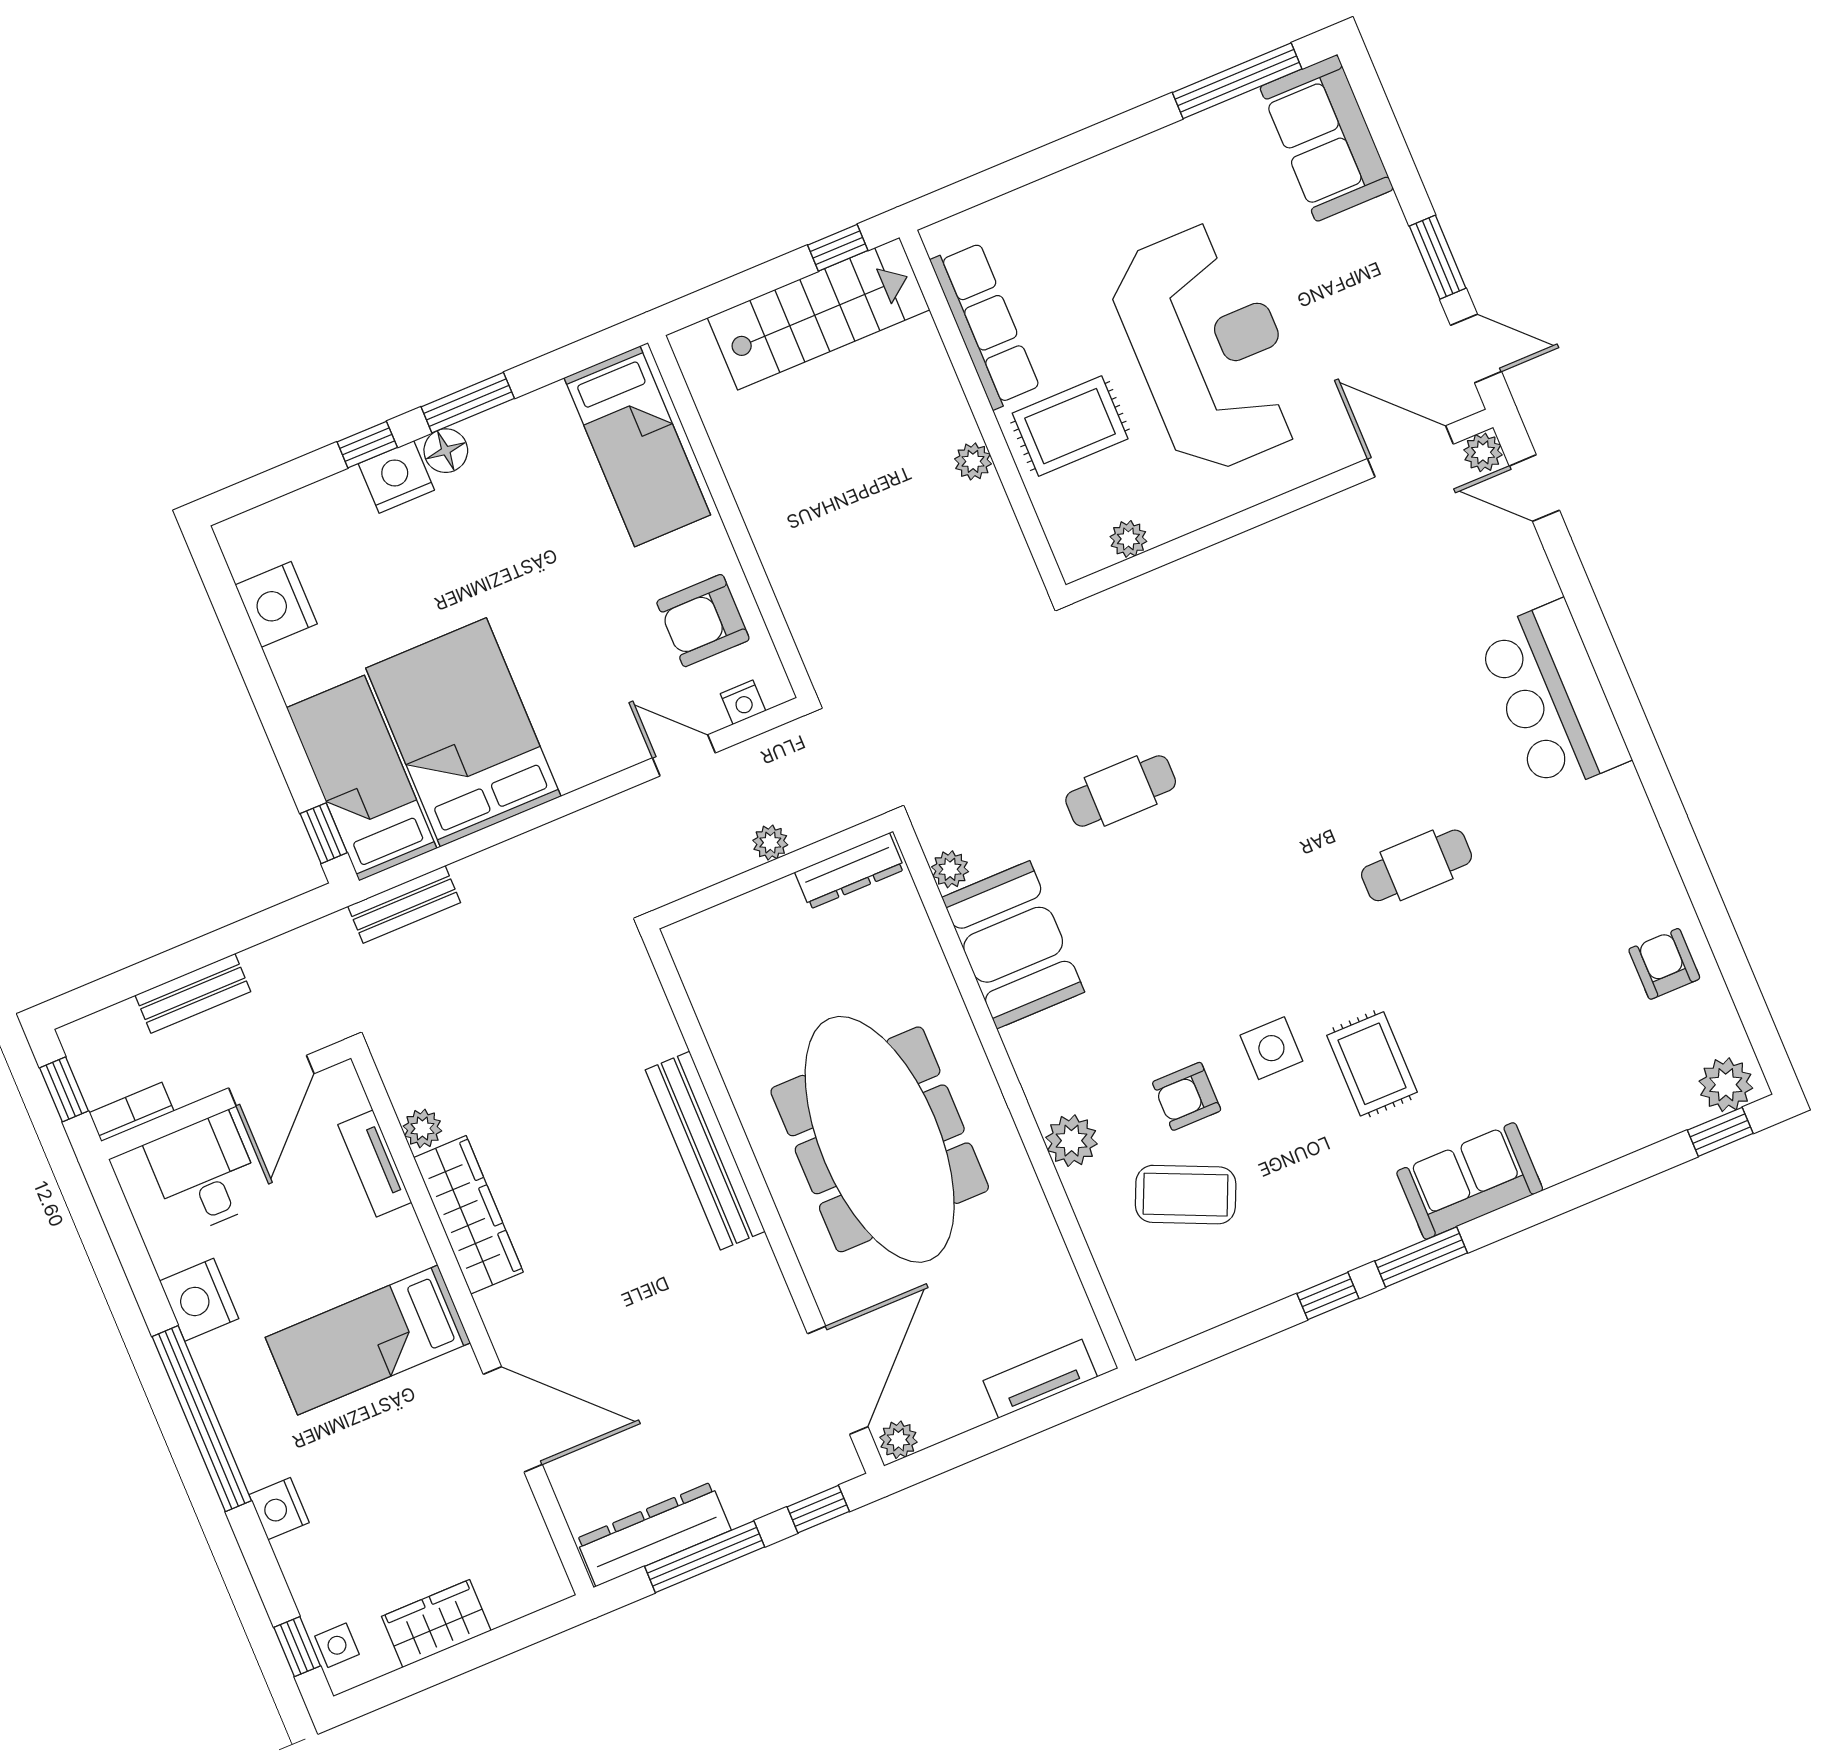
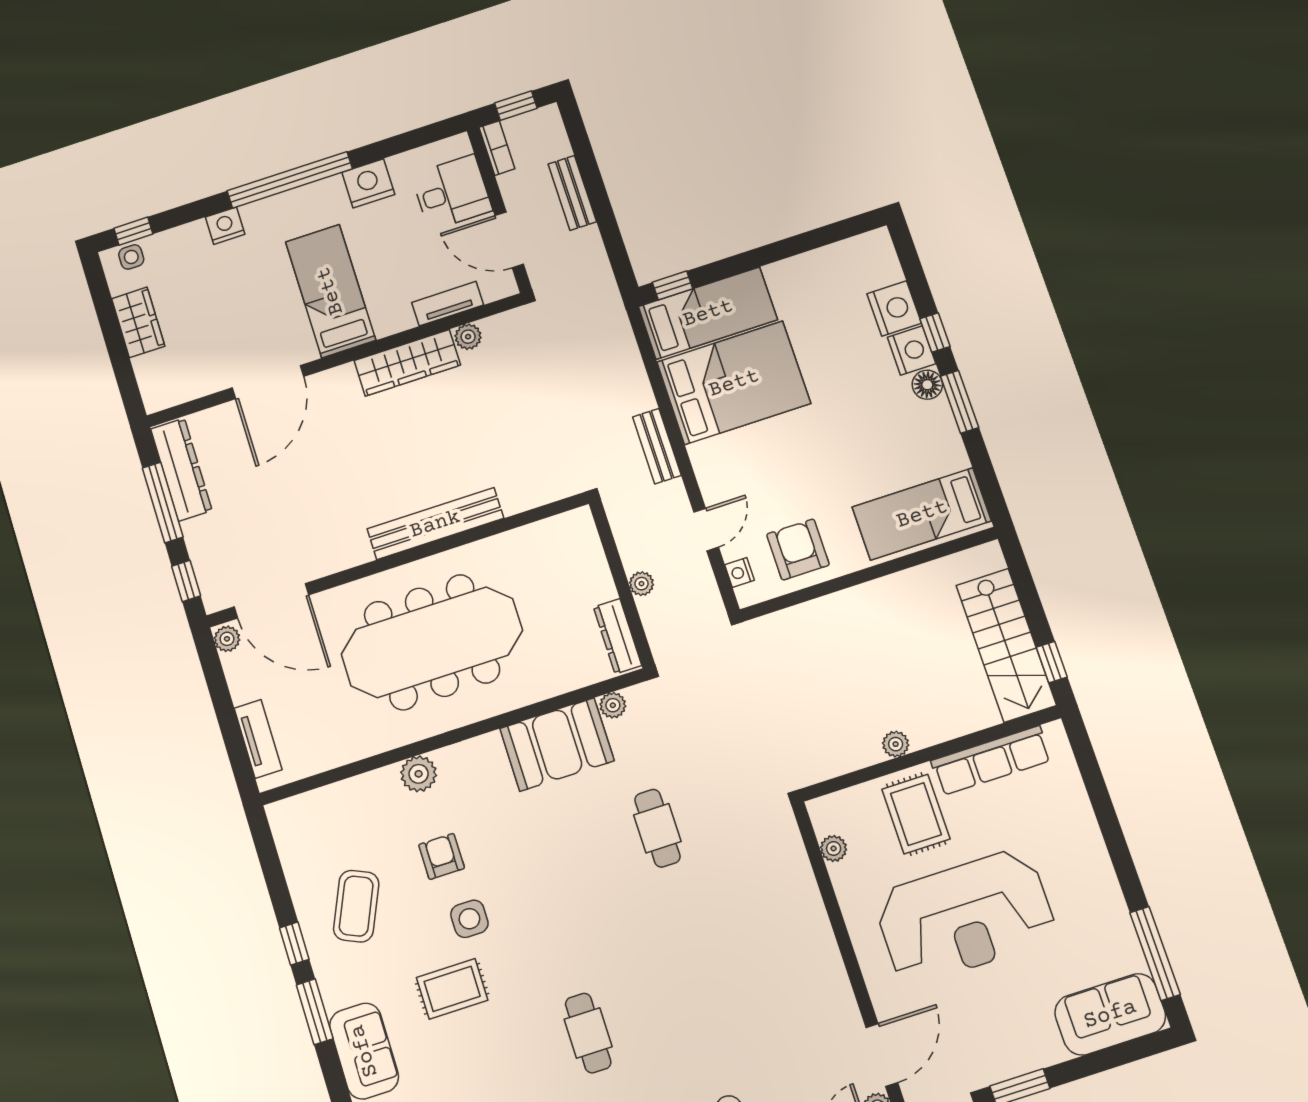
nightstand: (276, 604) -> (894, 308), moved, turned 90
bench: (404, 904) -> (657, 446), moved
coffee table: (1186, 1195) -> (356, 906), moved

